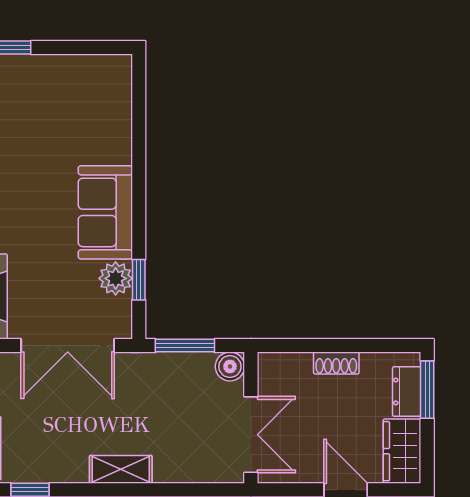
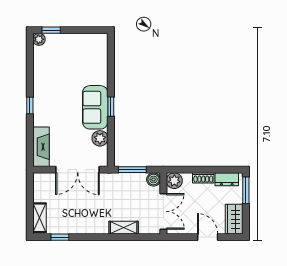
window: (139, 280) -> (111, 107), moved
plant: (274, 369) -> (174, 181), added
dresser: (407, 391) -> (227, 179), moved, turned -90
shelving: (121, 469) -> (124, 228), moved

